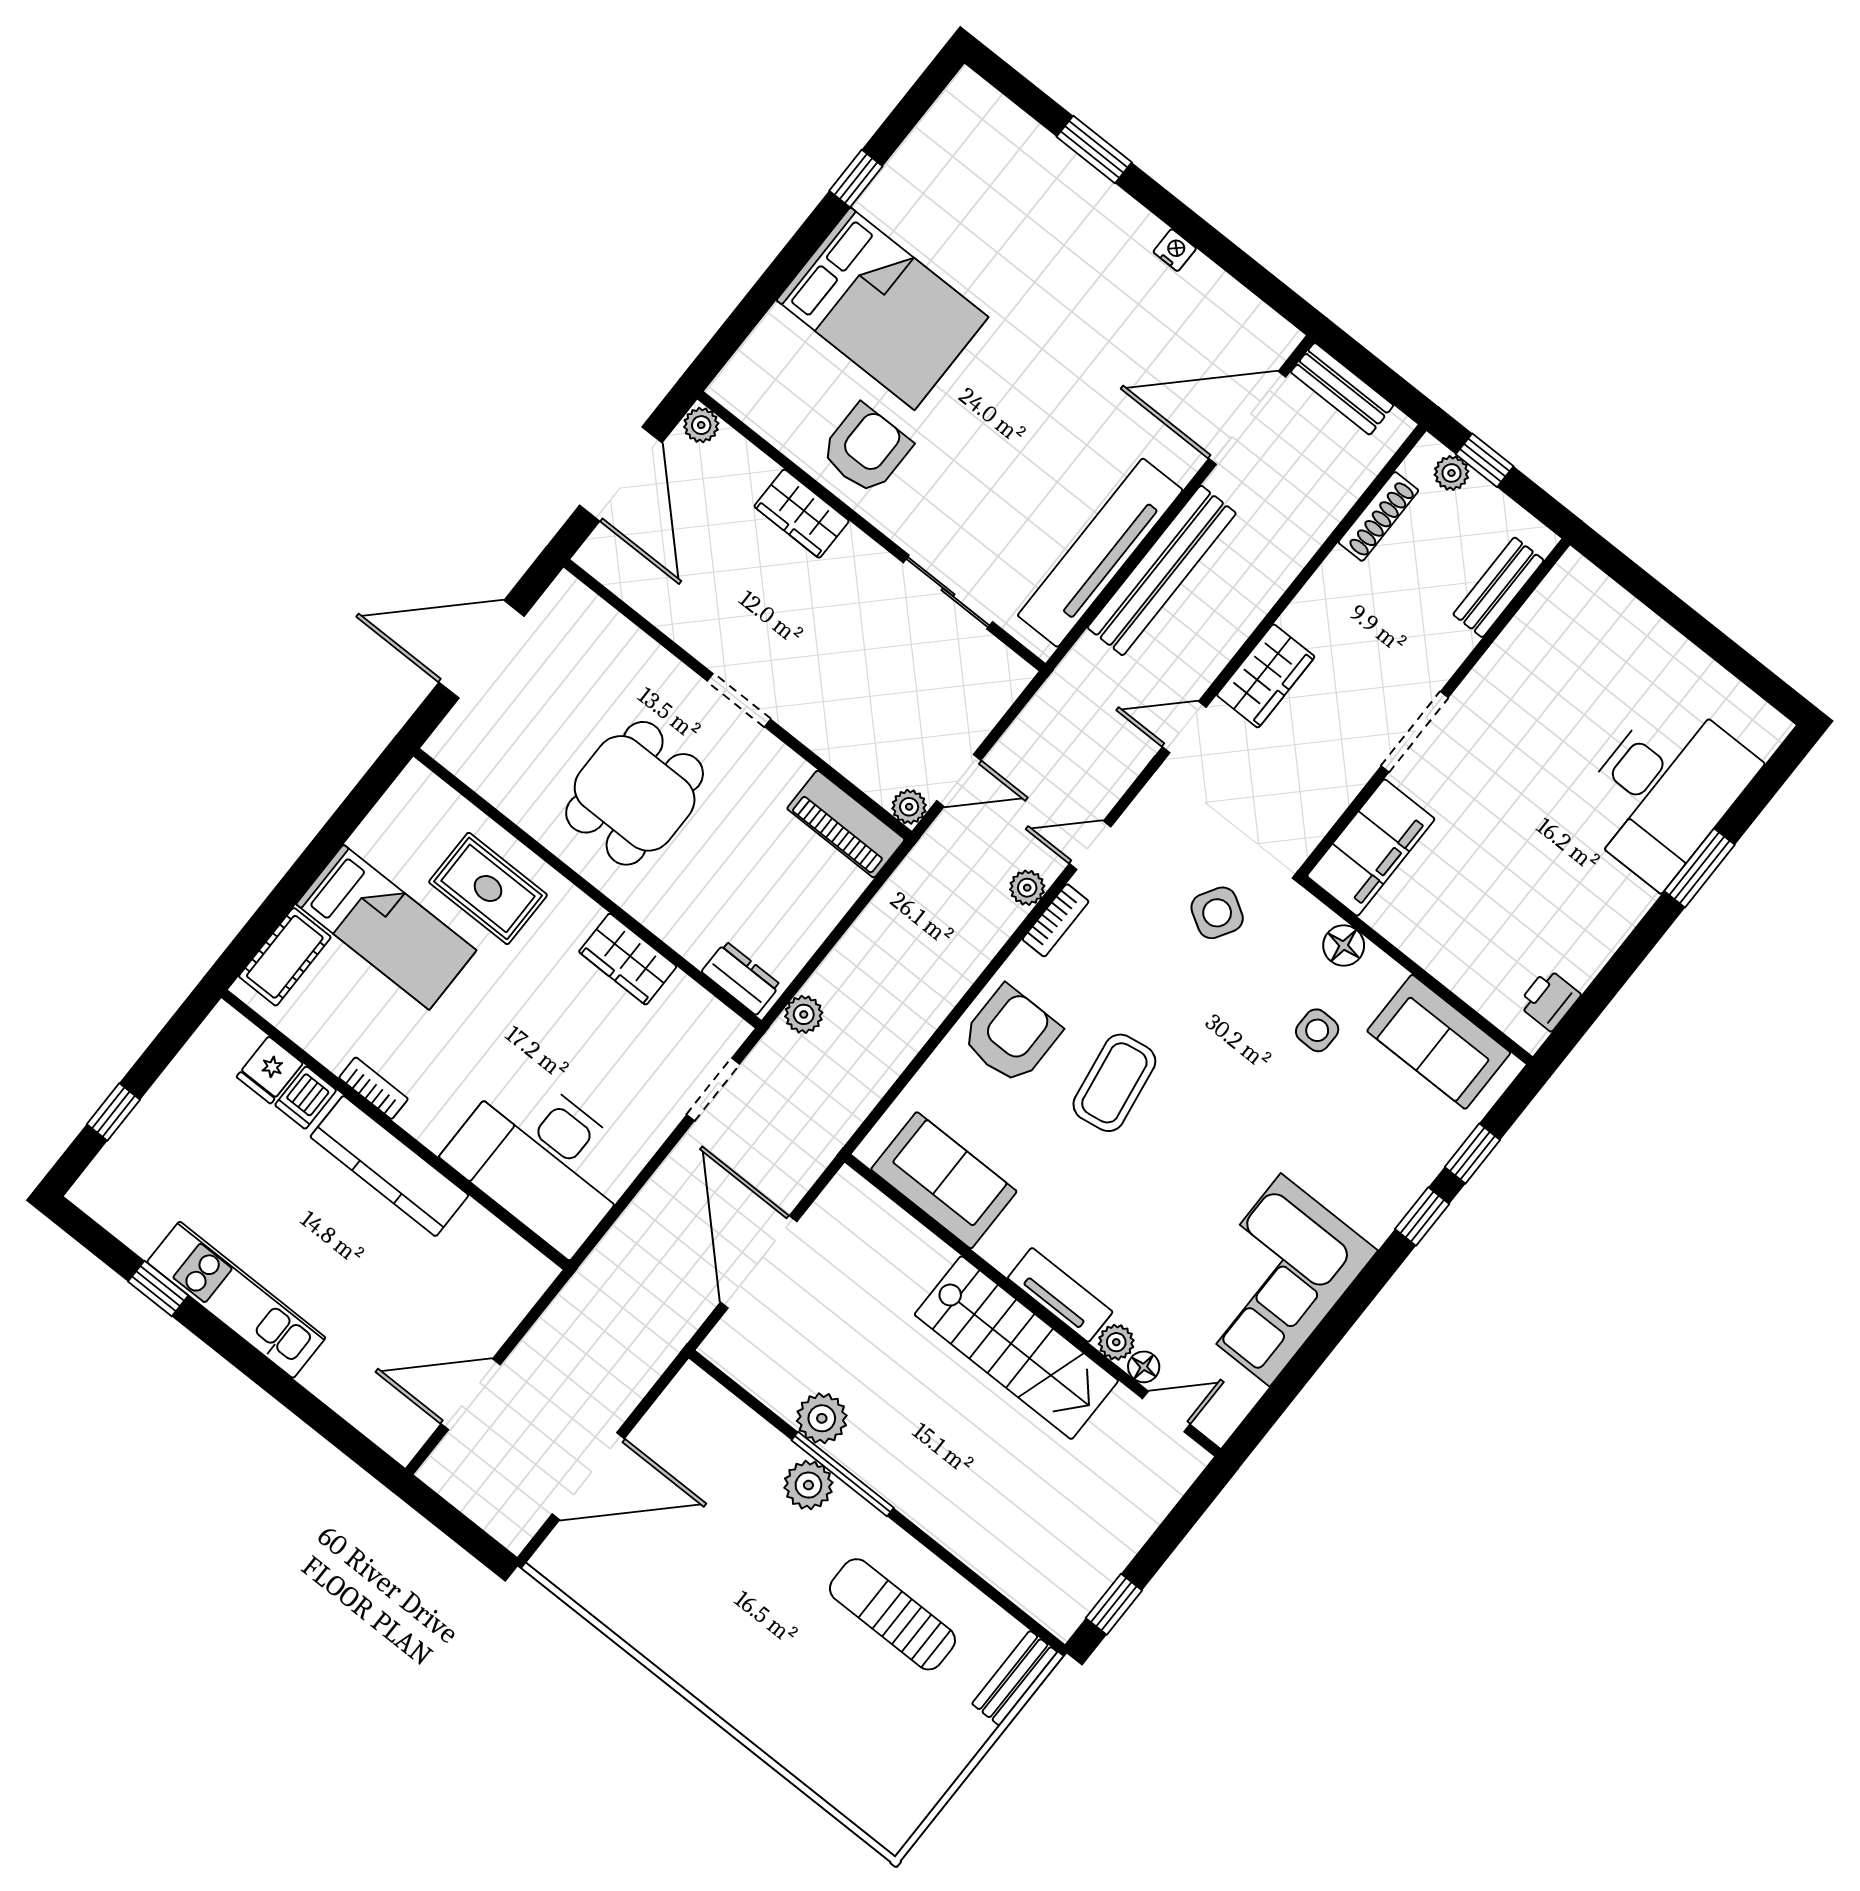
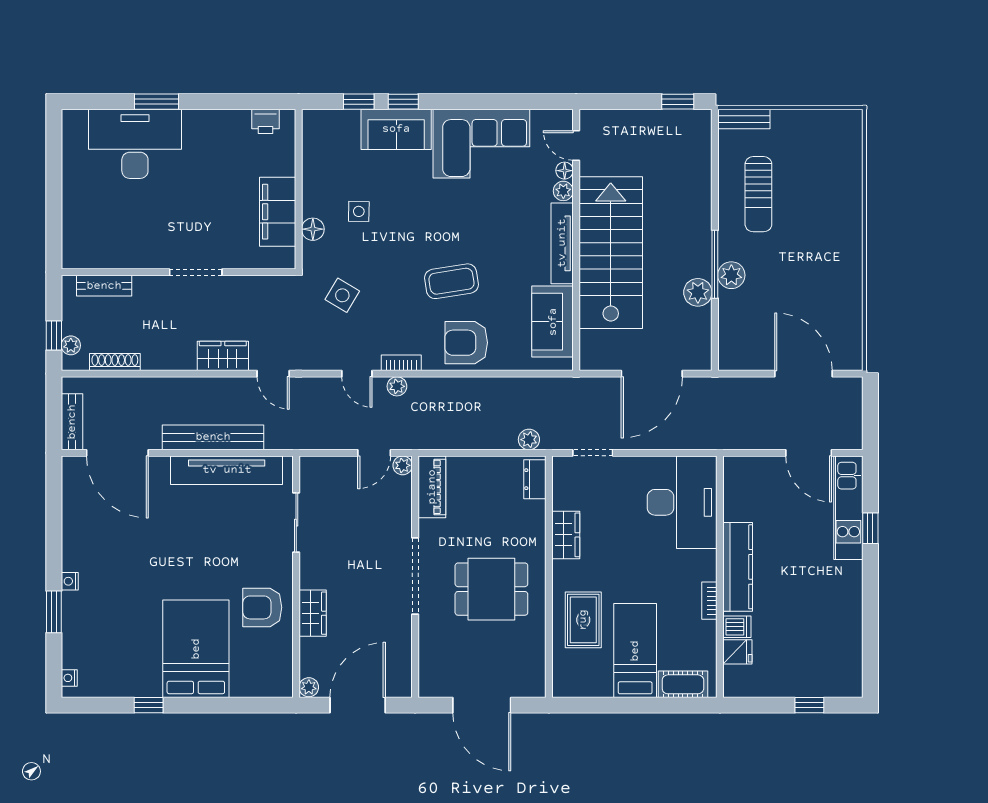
nightstand: (984, 97) -> (69, 678), added
nightstand: (1175, 250) -> (70, 581), moved
doorway: (739, 700) -> (415, 576), width x1.88
door: (959, 781) -> (374, 453), swing flipped
filing cabinet: (1371, 848) -> (278, 212), moved, turned -90
sofa: (1439, 1042) -> (396, 129), moved, turned 90
window: (158, 1288) -> (870, 528), moved
tv unit: (1060, 1295) -> (562, 243), width x1.41
kitchen unit: (236, 1300) -> (848, 508), moved
stairs: (1016, 1348) -> (611, 253), width x1.36, depth x1.51

